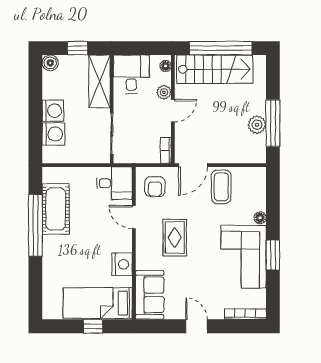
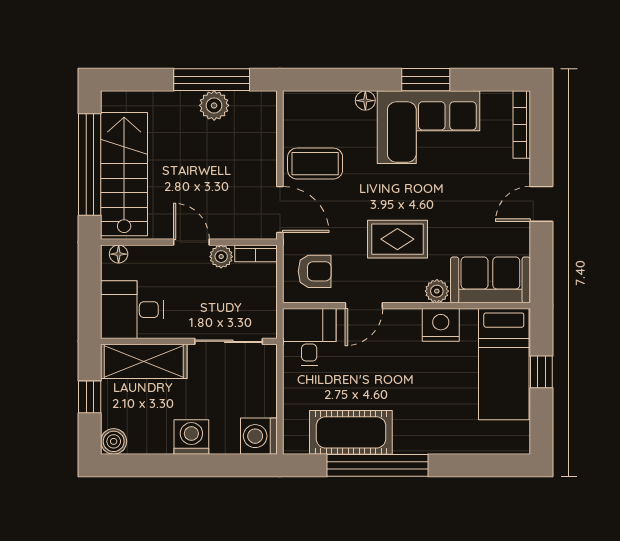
plant: (164, 92) -> (221, 257), moved
washing machine: (53, 134) -> (259, 436), moved, turned -90
plant: (143, 262) -> (437, 291), added

